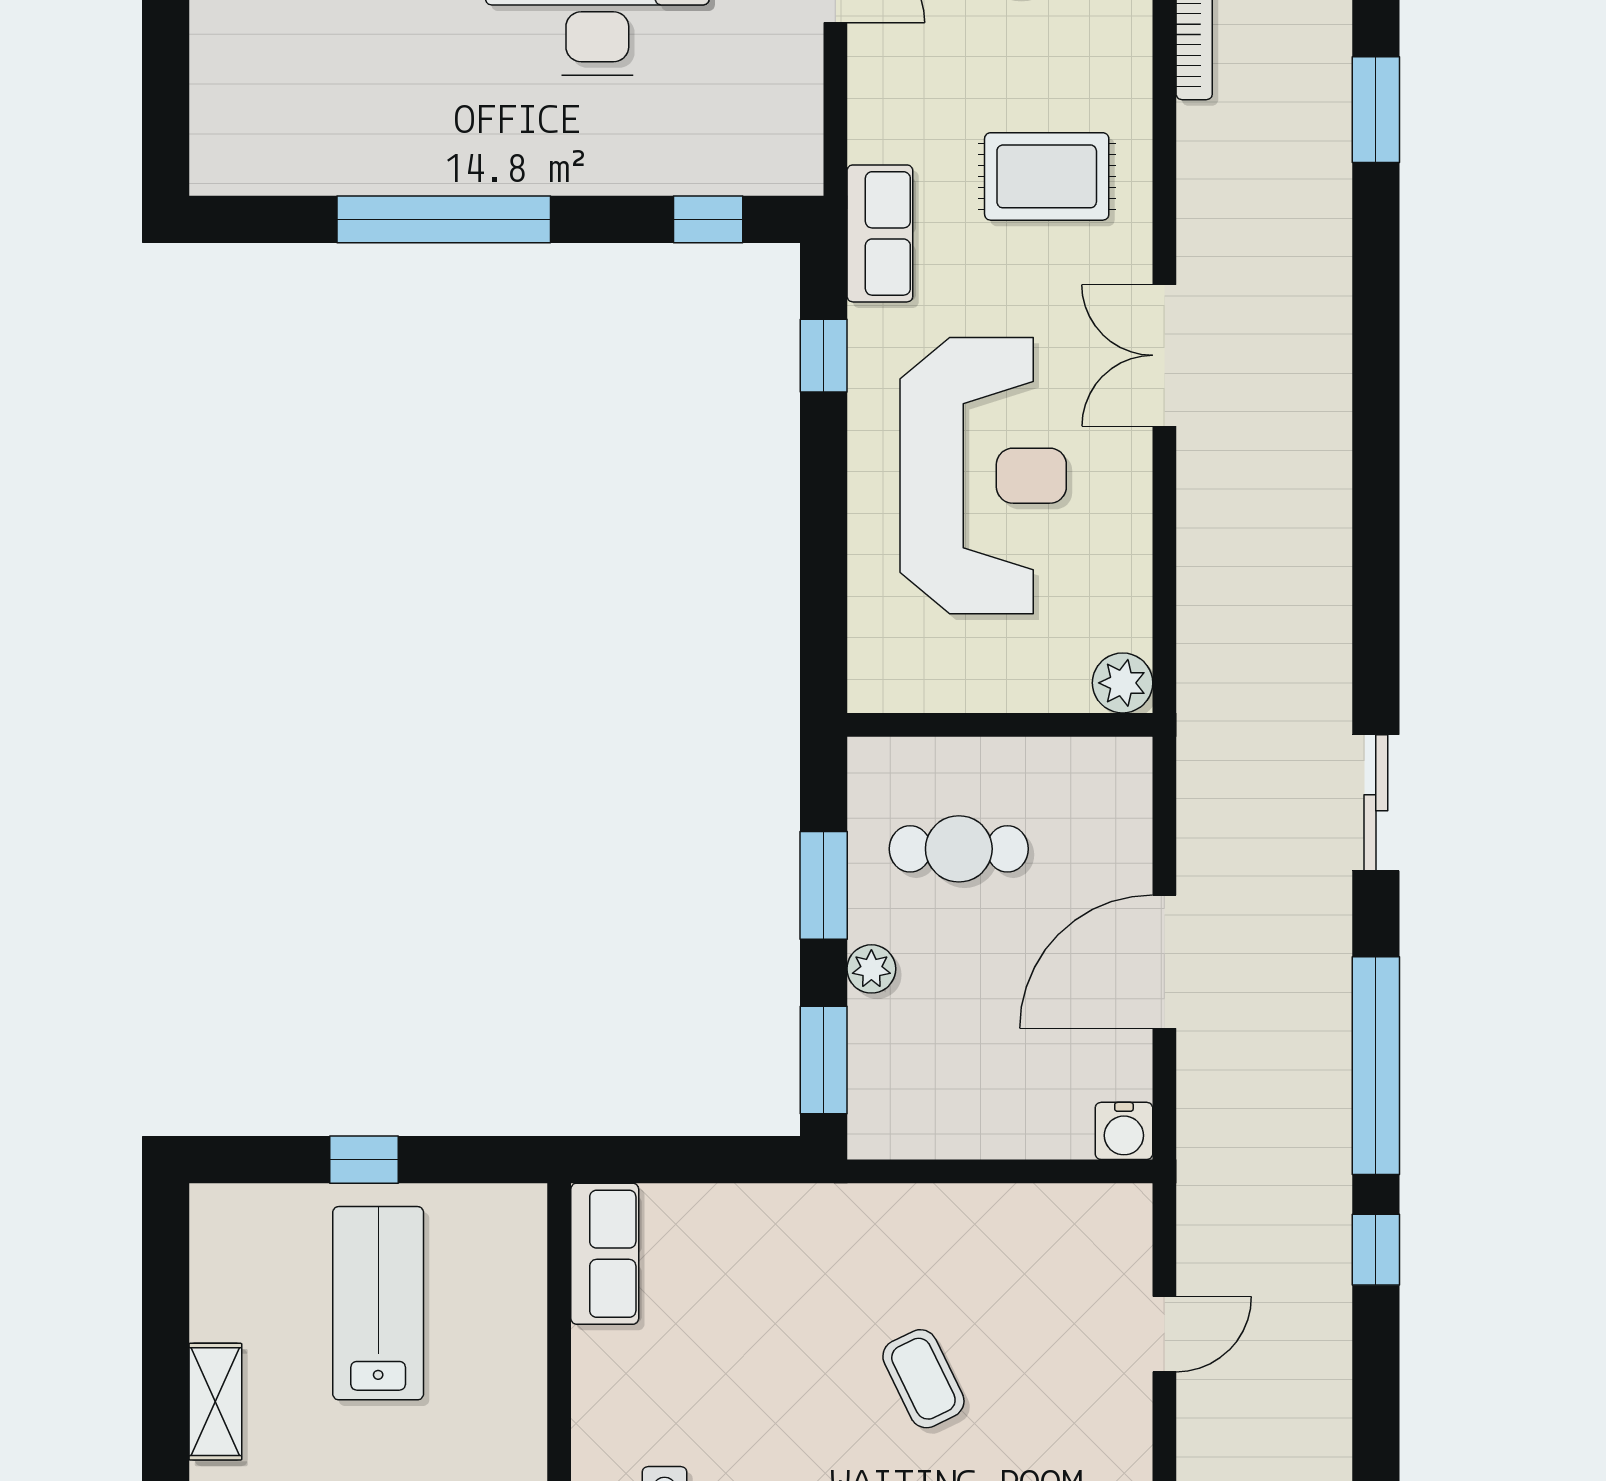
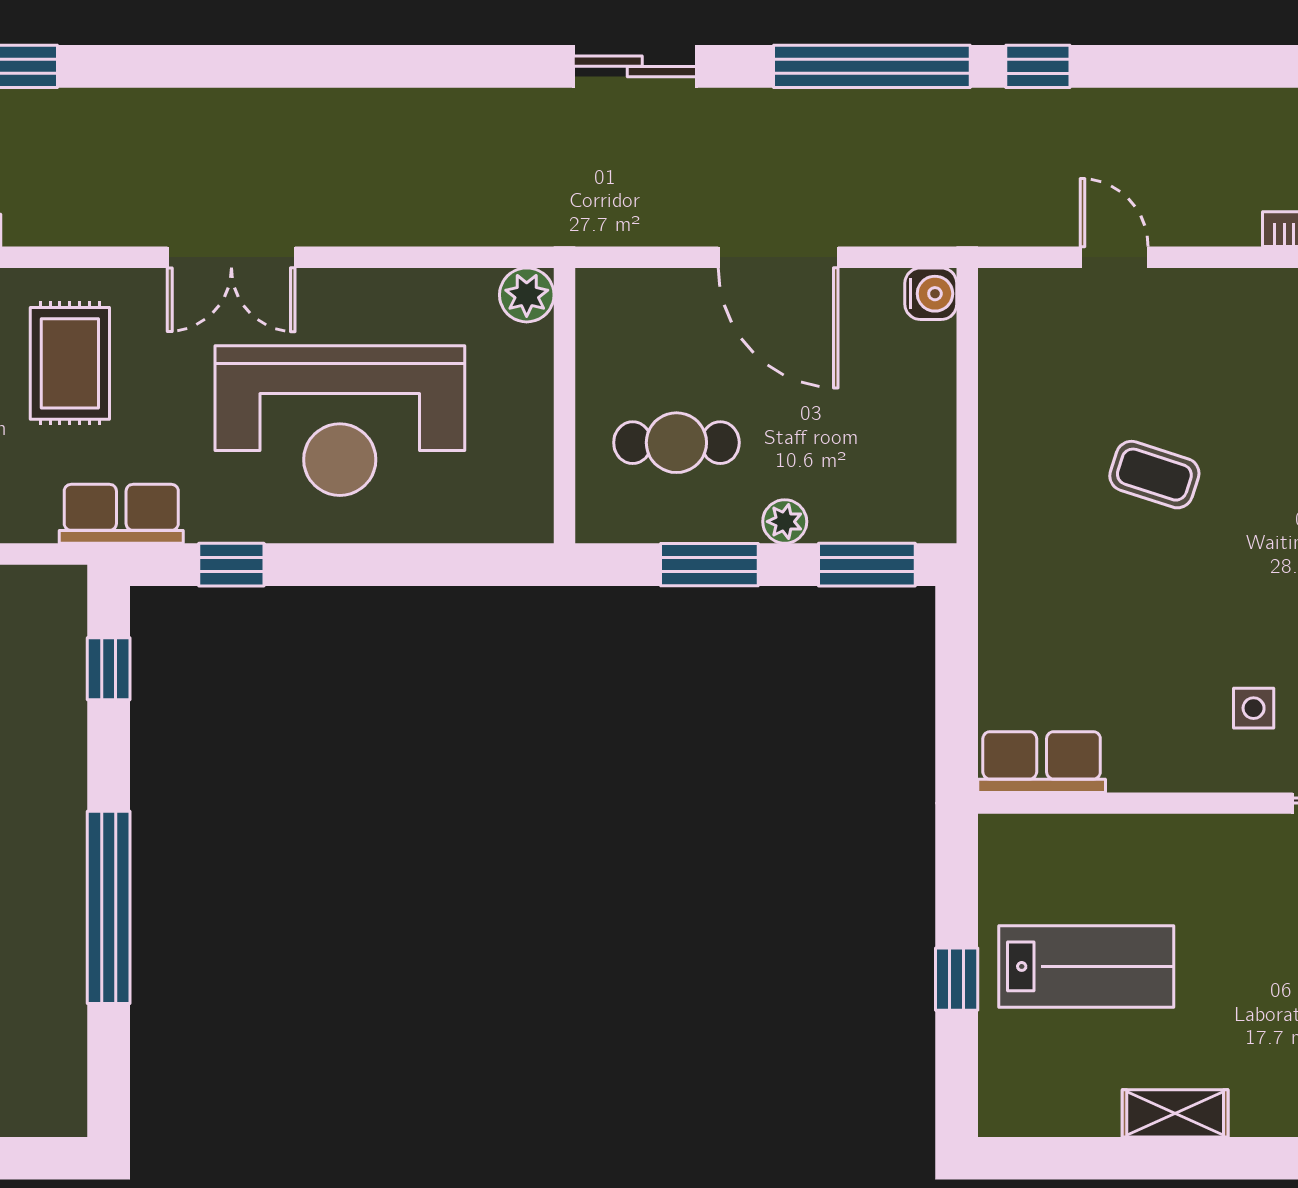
reception desk: (983, 476) -> (340, 421), turned 180
cafe table: (959, 849) -> (676, 443), turned 90
lab bench: (378, 1303) -> (1086, 966), turned 180
coffee table: (923, 1379) -> (1154, 475), turned 44

